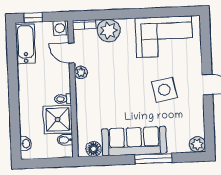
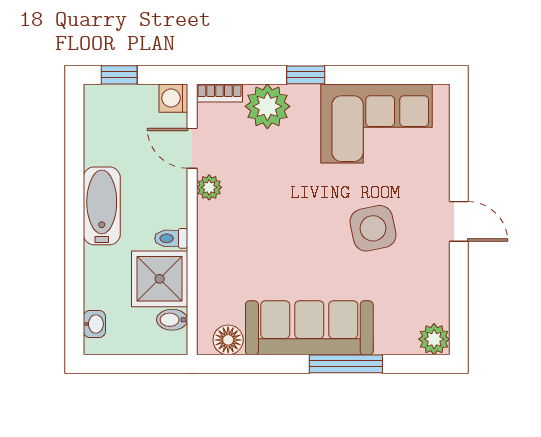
window: (127, 14) -> (306, 75), added
bathtub: (25, 44) -> (102, 206), moved

